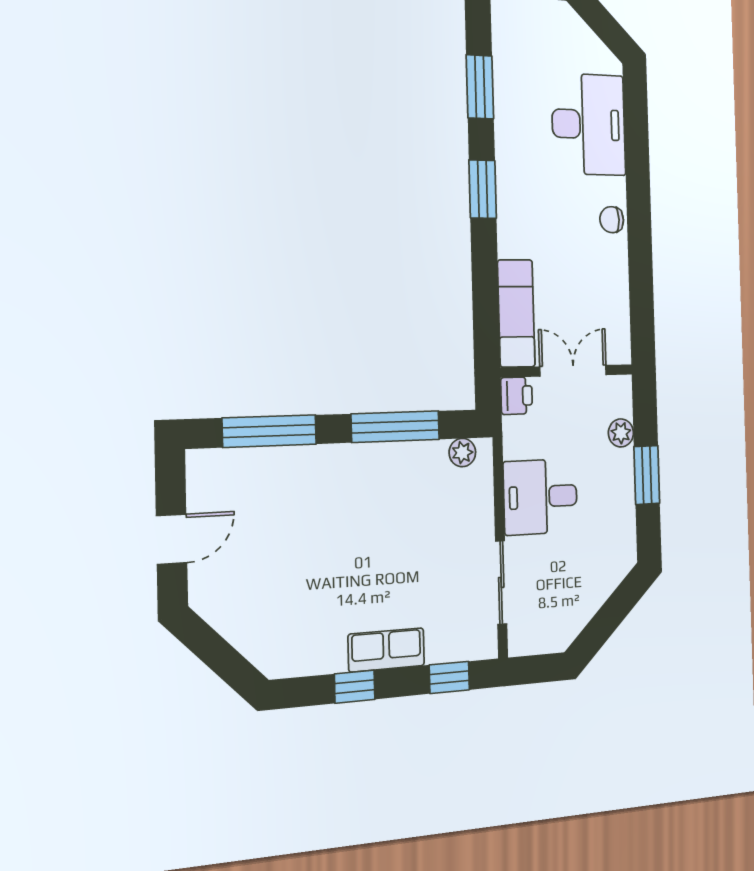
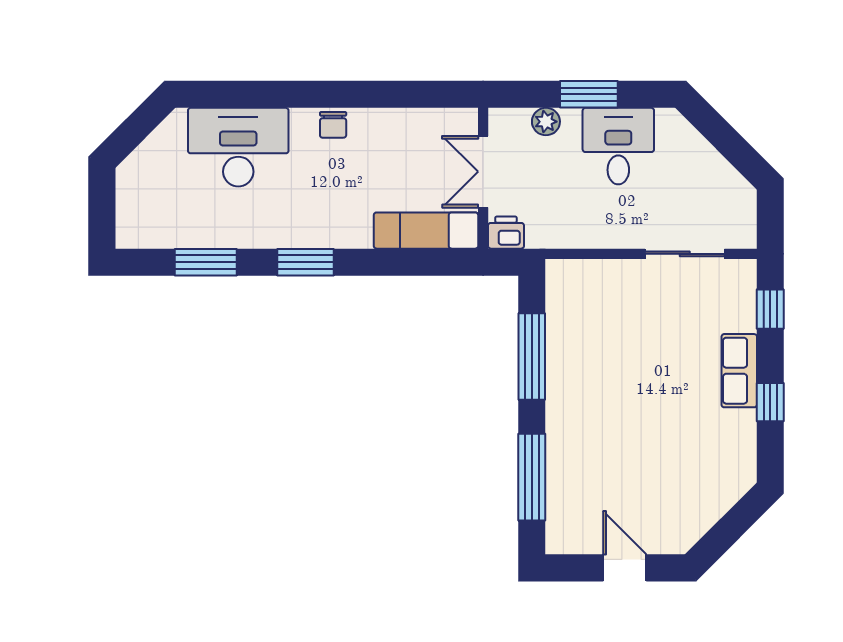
plant: (462, 453) -> (559, 290), removed
desk: (540, 497) -> (618, 146), moved, turned 180

